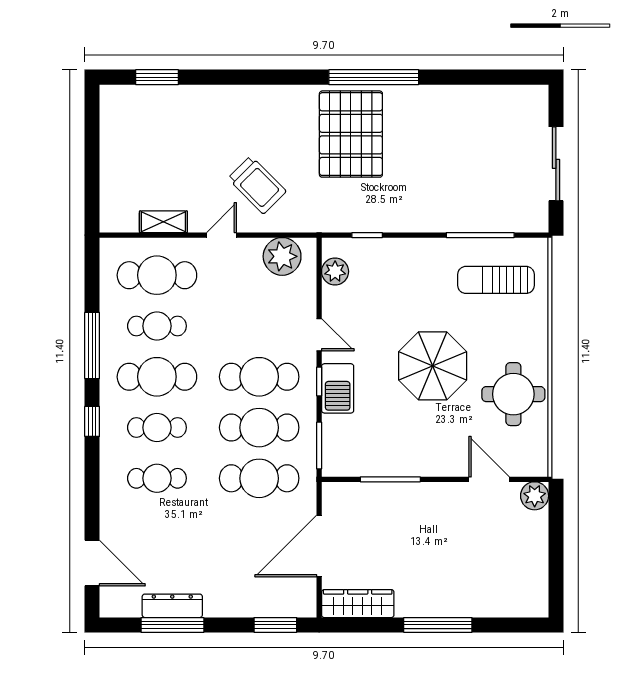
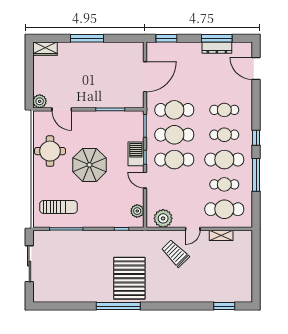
wardrobe: (358, 604) -> (45, 49), moved, width x0.67

